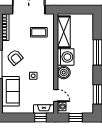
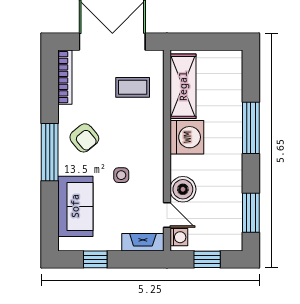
boiler: (64, 73) -> (183, 189), moved
window: (40, 117) -> (95, 259), moved

